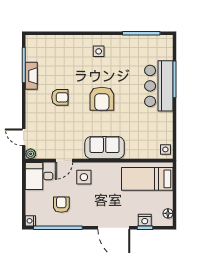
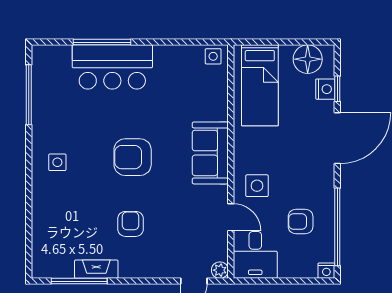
armchair: (102, 99) -> (133, 157), turned 180
floor lamp: (168, 213) -> (308, 59), width x1.89, depth x1.89

